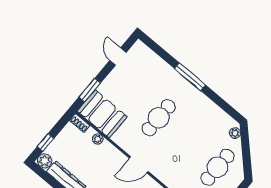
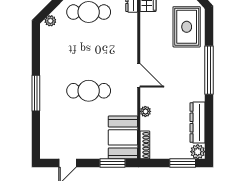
shoe rack: (80, 123) -> (145, 145), width x1.43
plant: (98, 139) -> (145, 111), moved
window: (46, 142) -> (183, 163), width x1.50

